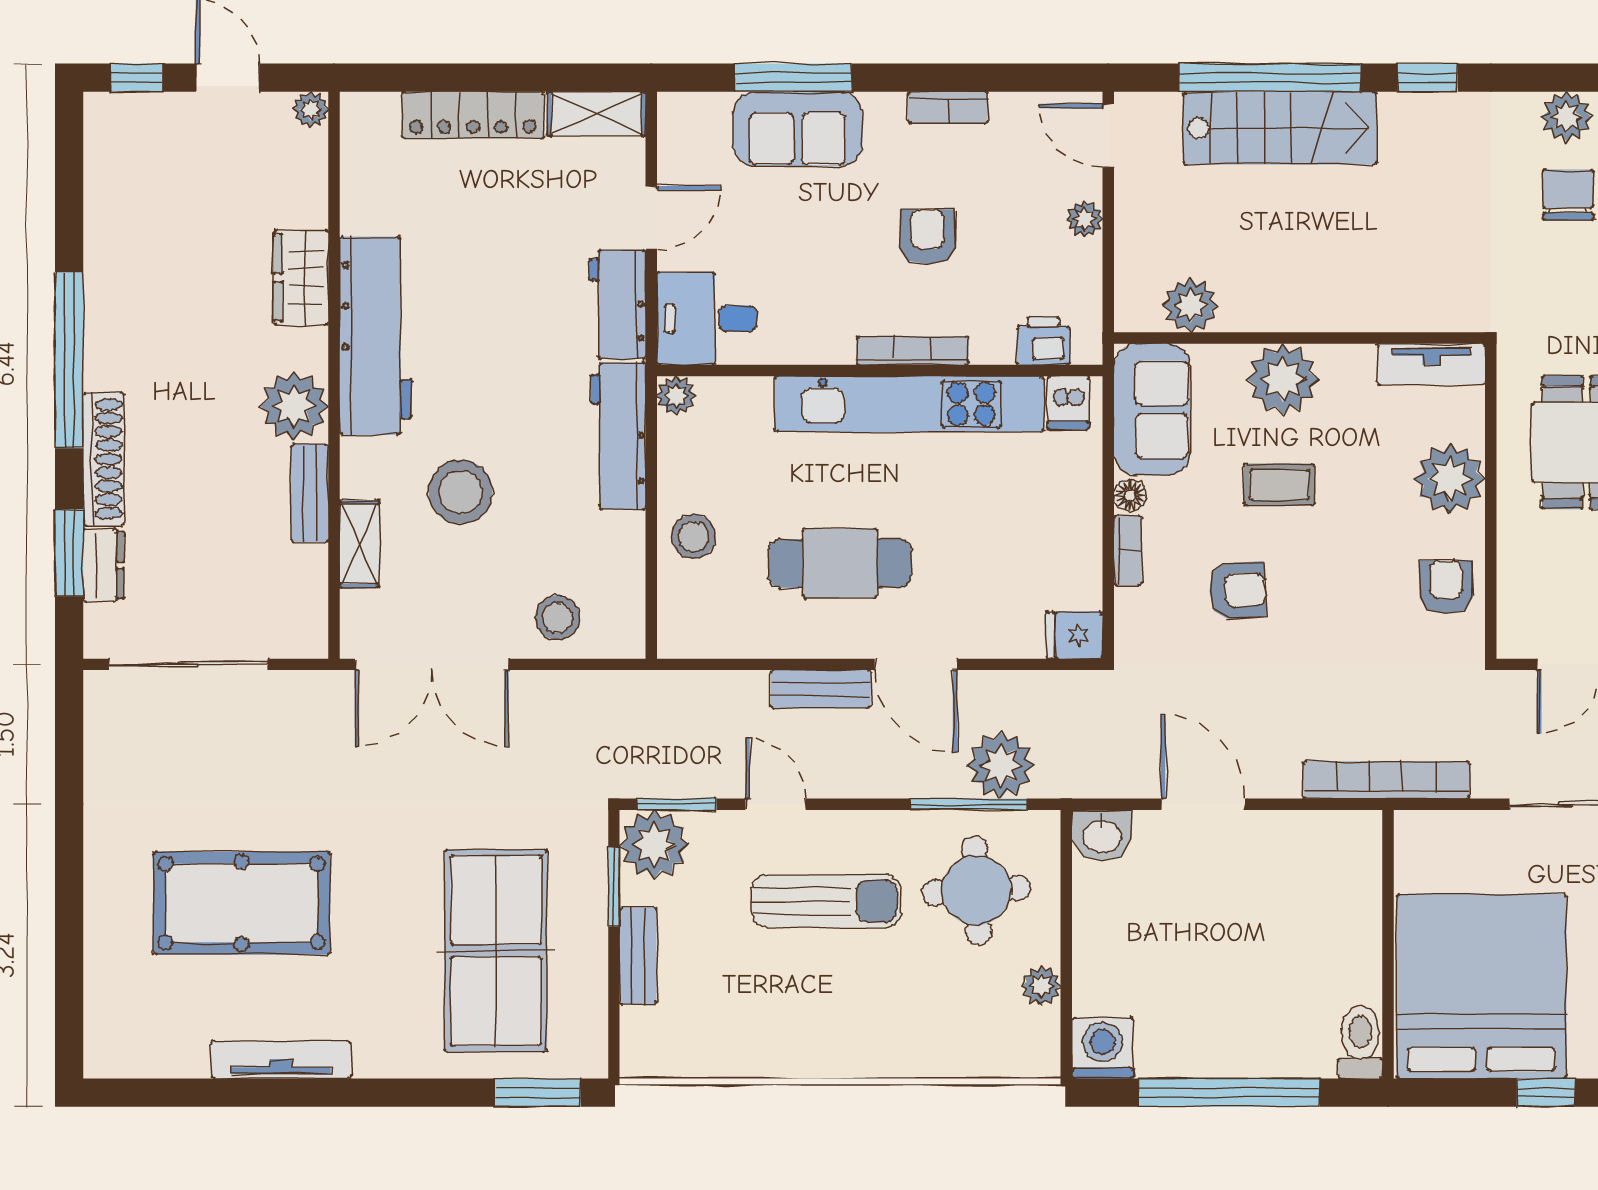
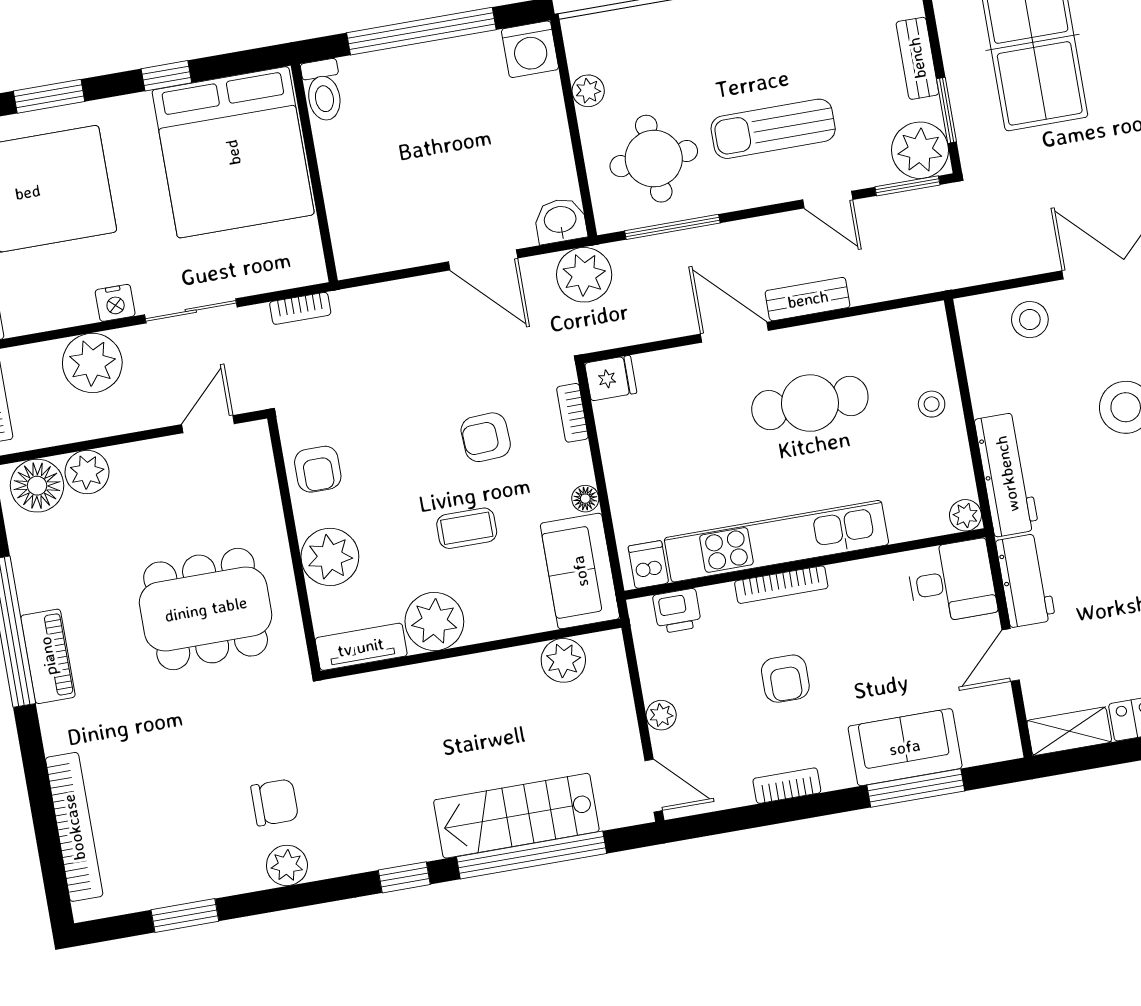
chair: (1568, 195) -> (275, 802), turned -90
plant: (1283, 379) -> (434, 621), moved
stool: (694, 536) -> (932, 404), width x0.73, depth x0.73
bookcase: (1128, 550) -> (572, 413), moved
plant: (1001, 765) -> (584, 275), moved
bookcase: (1386, 780) -> (300, 308), width x0.43, depth x0.76

